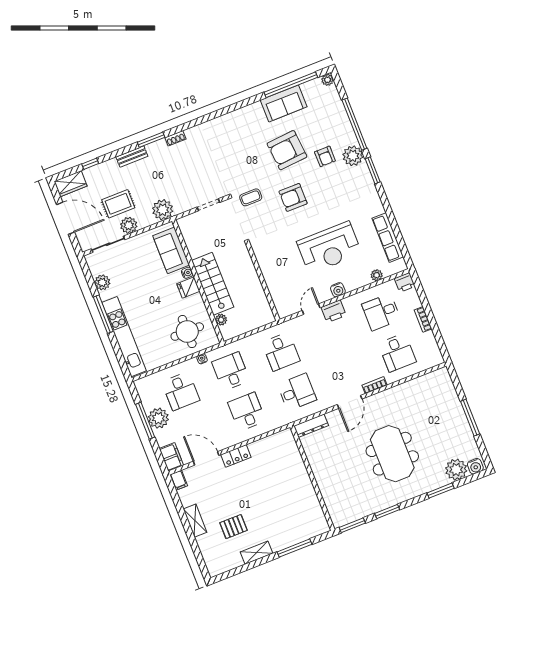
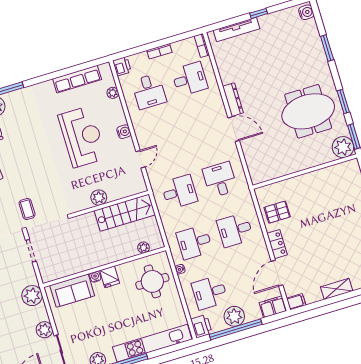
armchair: (293, 197) -> (30, 168), removed
rug: (118, 204) -> (23, 338), removed
plant: (268, 270) -> (99, 198), added
stairs: (213, 284) -> (125, 213), moved, turned 180
door: (311, 309) -> (140, 159), swing flipped
printer: (334, 311) -> (201, 326), moved
bookcase: (374, 385) -> (202, 45), moved
desk: (181, 391) -> (210, 293), turned 180
tv unit: (452, 396) -> (236, 29), added
window: (470, 418) -> (259, 13), width x0.46
window: (145, 421) -> (236, 329), width x1.46
dresser: (311, 426) -> (233, 100), moved
meeting table: (392, 454) -> (308, 111), moved
plant: (456, 470) -> (343, 147), moved
pallet: (234, 527) -> (277, 212), moved, turned 90

